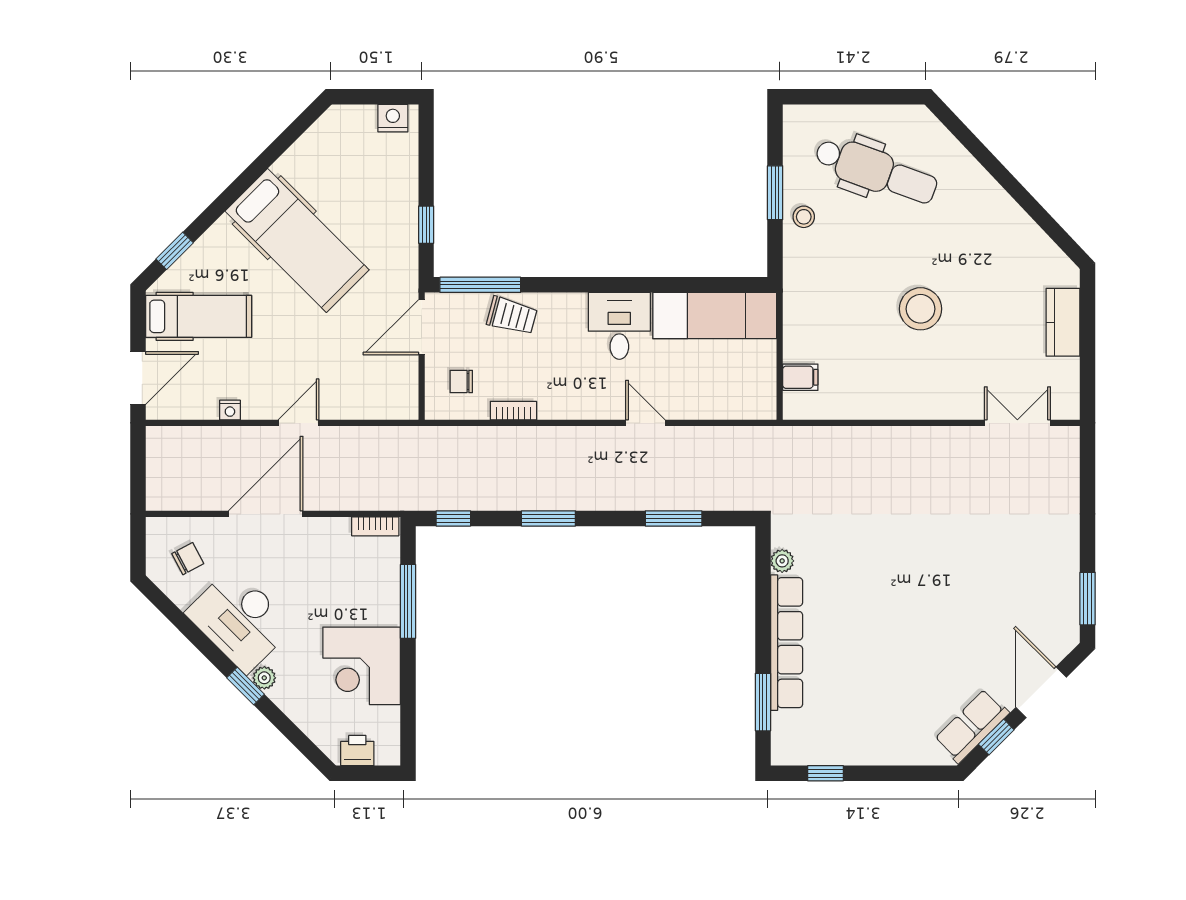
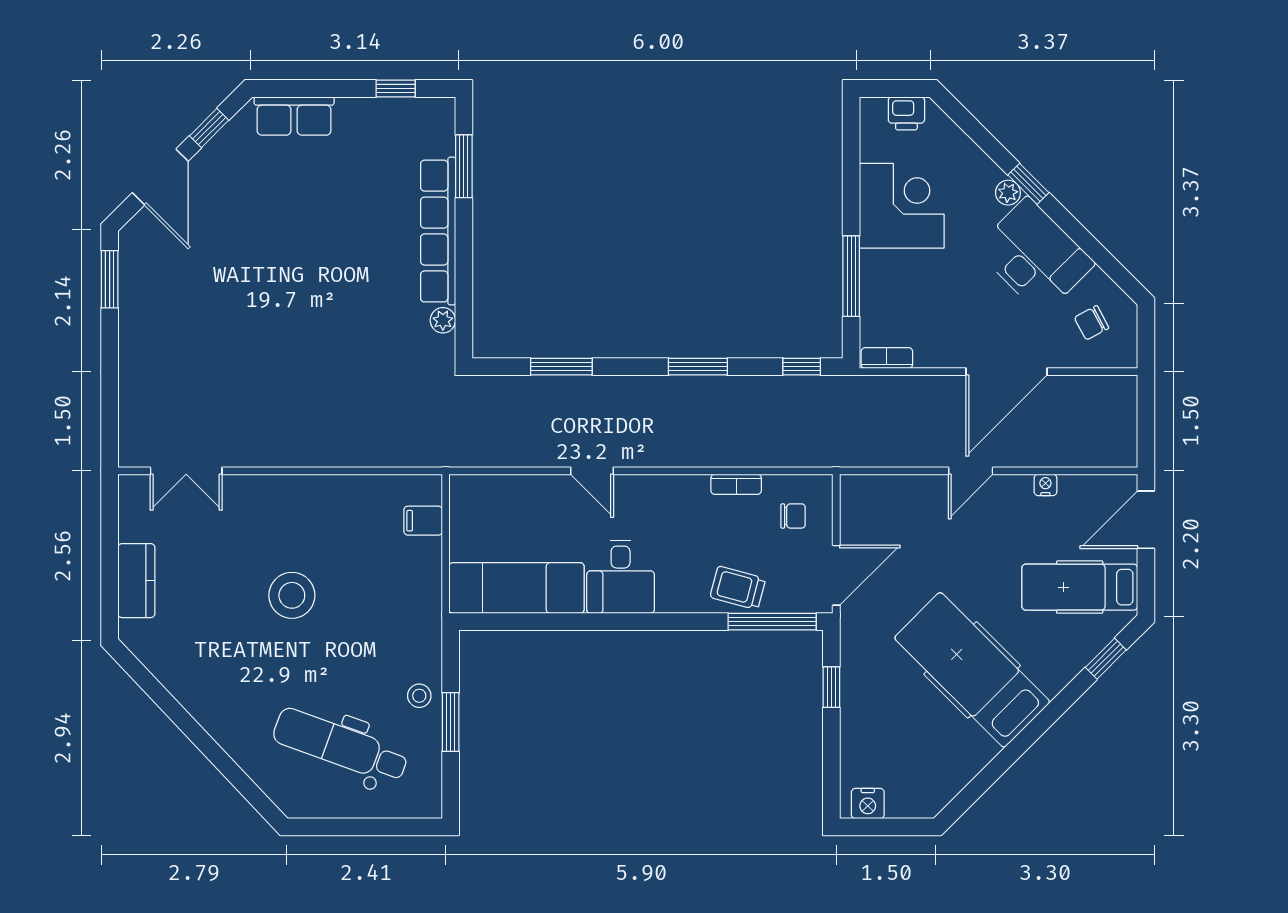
row of seats: (972, 726) -> (294, 116), moved, turned 45

